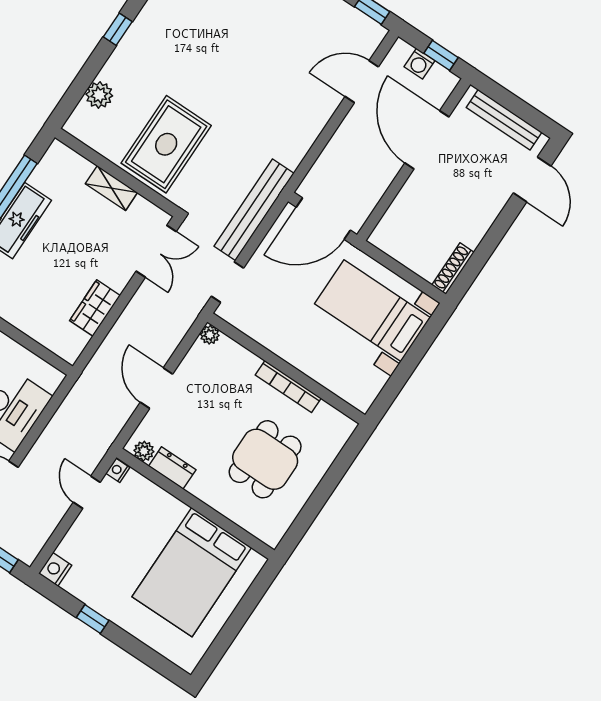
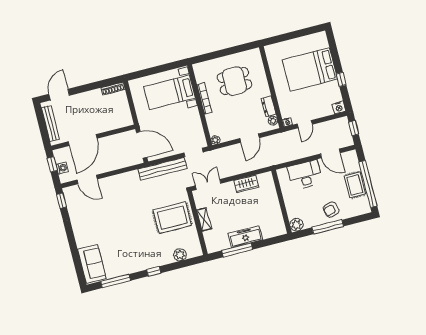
bed with nightstands: (372, 311) -> (170, 92), moved, turned 90
bed: (192, 572) -> (310, 69), moved, turned 180

